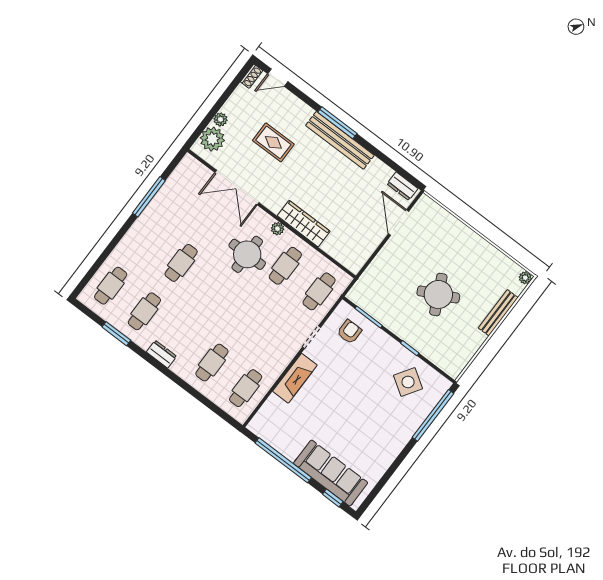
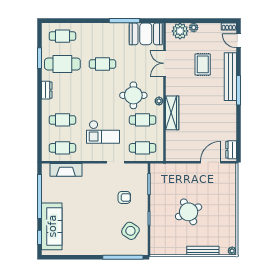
bench: (340, 140) -> (230, 77), moved
booth: (184, 183) -> (146, 34), added
double door: (237, 188) -> (164, 63), width x0.73
cafe table: (144, 311) -> (62, 64), width x1.37, depth x1.35
checkout: (264, 325) -> (103, 132), added
armchair: (349, 332) -> (124, 197), moved
fireplace: (295, 378) -> (66, 170), moved

